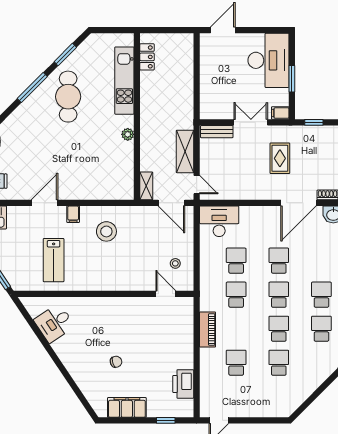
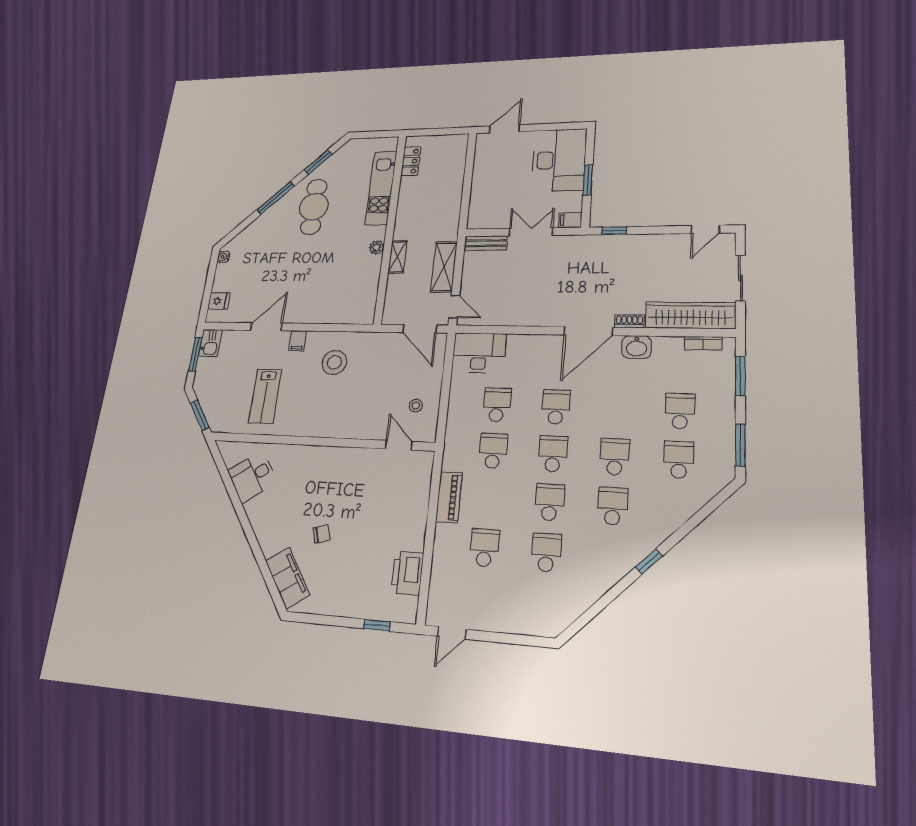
rug: (280, 158) -> (566, 275), removed
shelving: (146, 186) -> (397, 257), moved
filing cabinet: (127, 407) -> (288, 578), moved, turned 56

